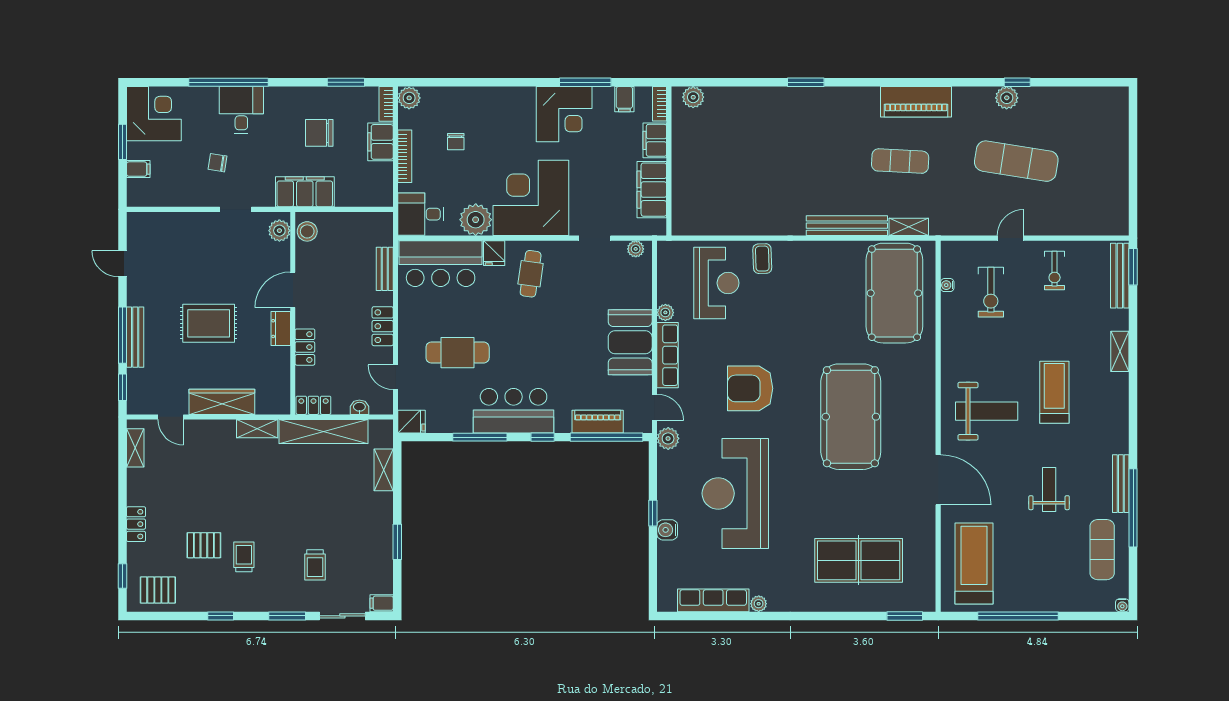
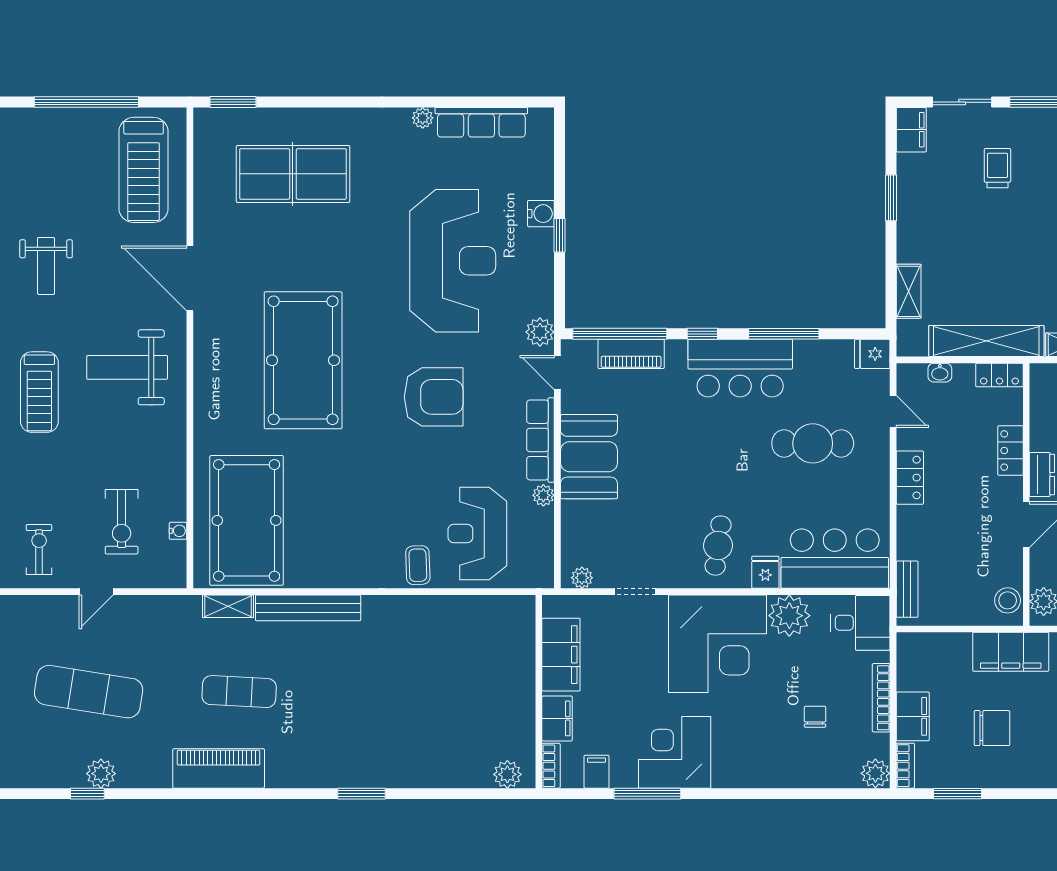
bench: (385, 269) -> (907, 589), moved
exercise bike: (991, 292) -> (122, 522), turned 180
filing cabinet: (382, 603) -> (911, 130), width x2.00

